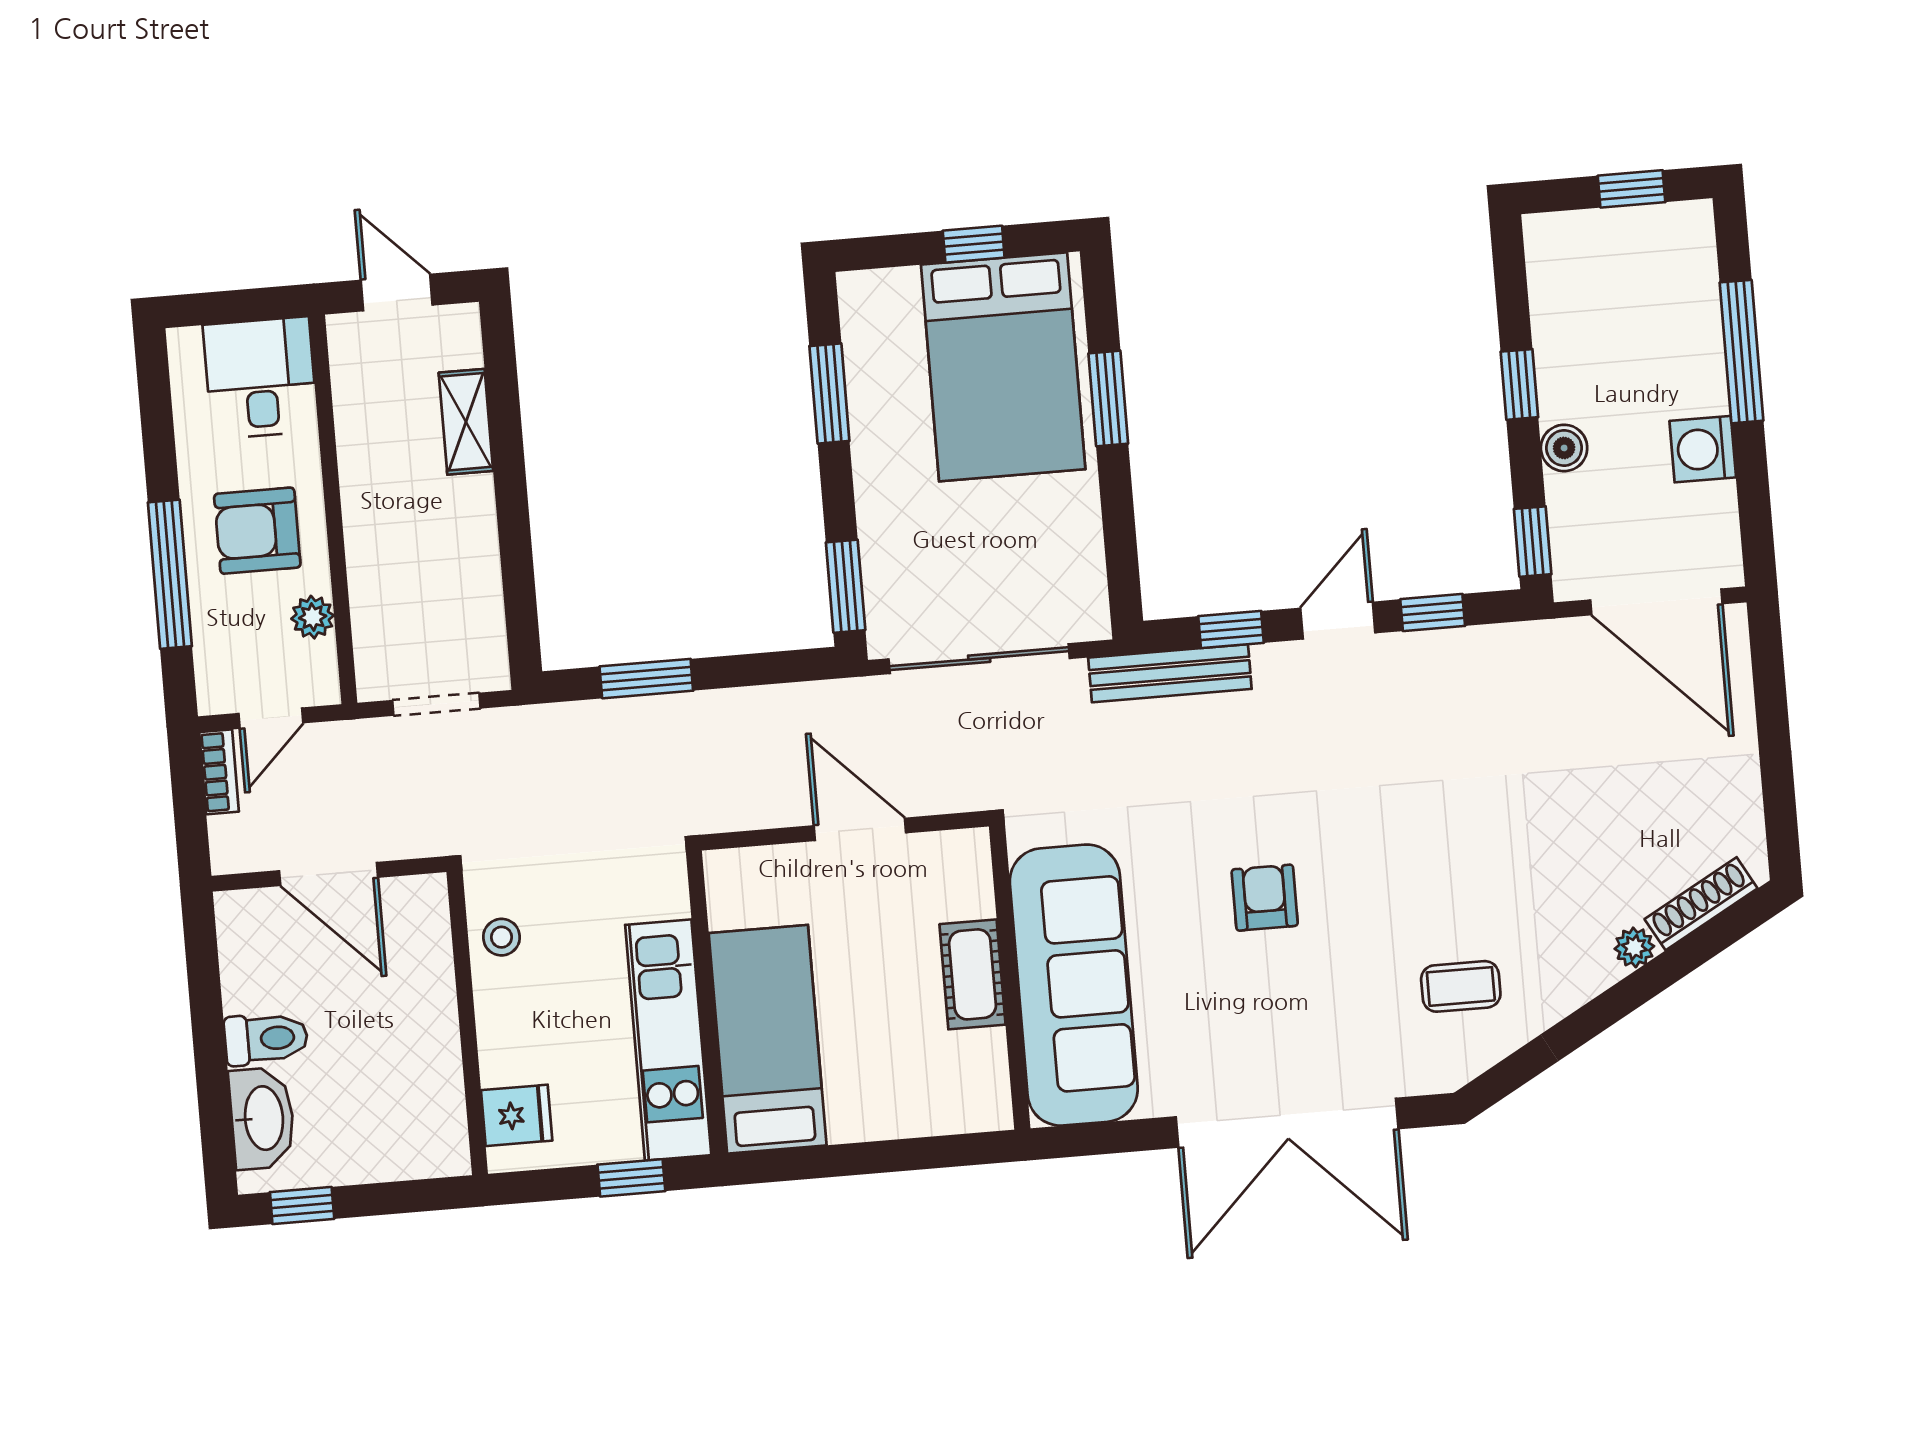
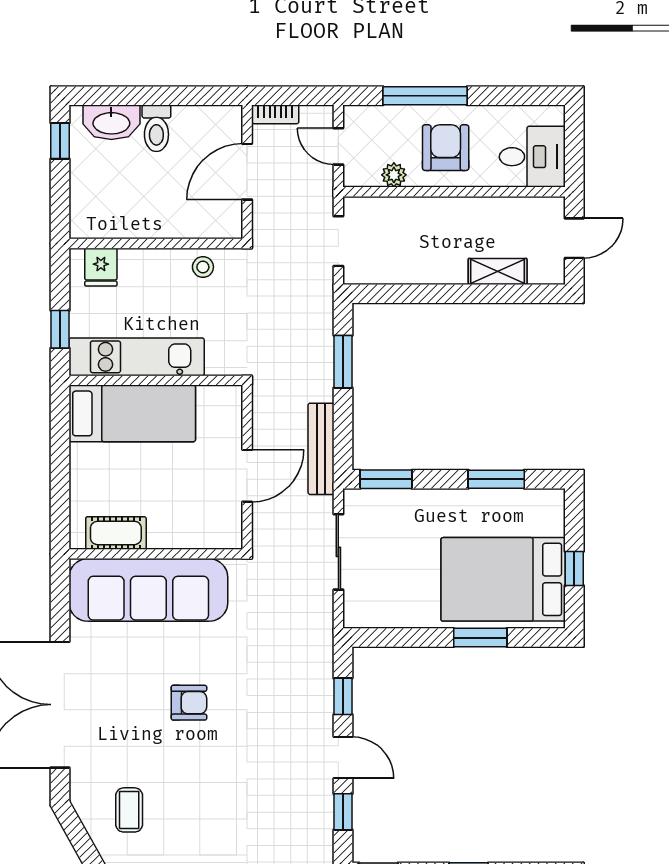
sliding door: (979, 659) -> (338, 552), width x0.73
bench: (1170, 673) -> (321, 449), moved
bookcase: (219, 772) -> (275, 114), moved
cot: (973, 974) -> (116, 533), moved

